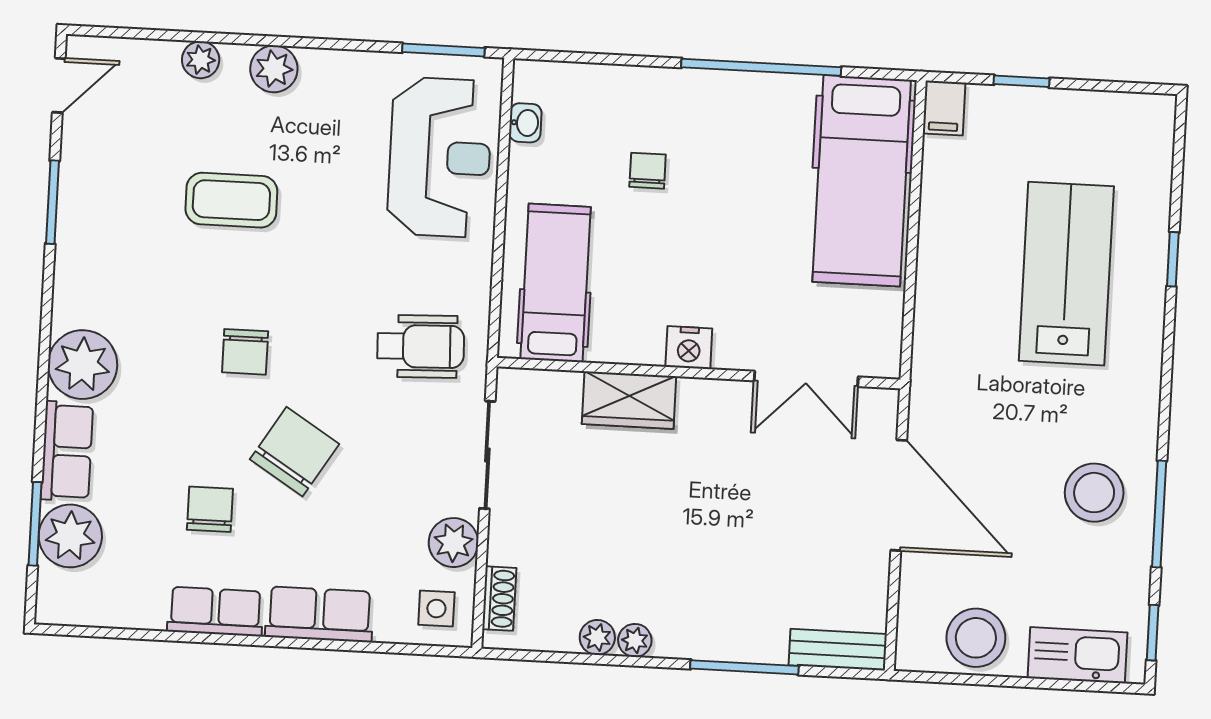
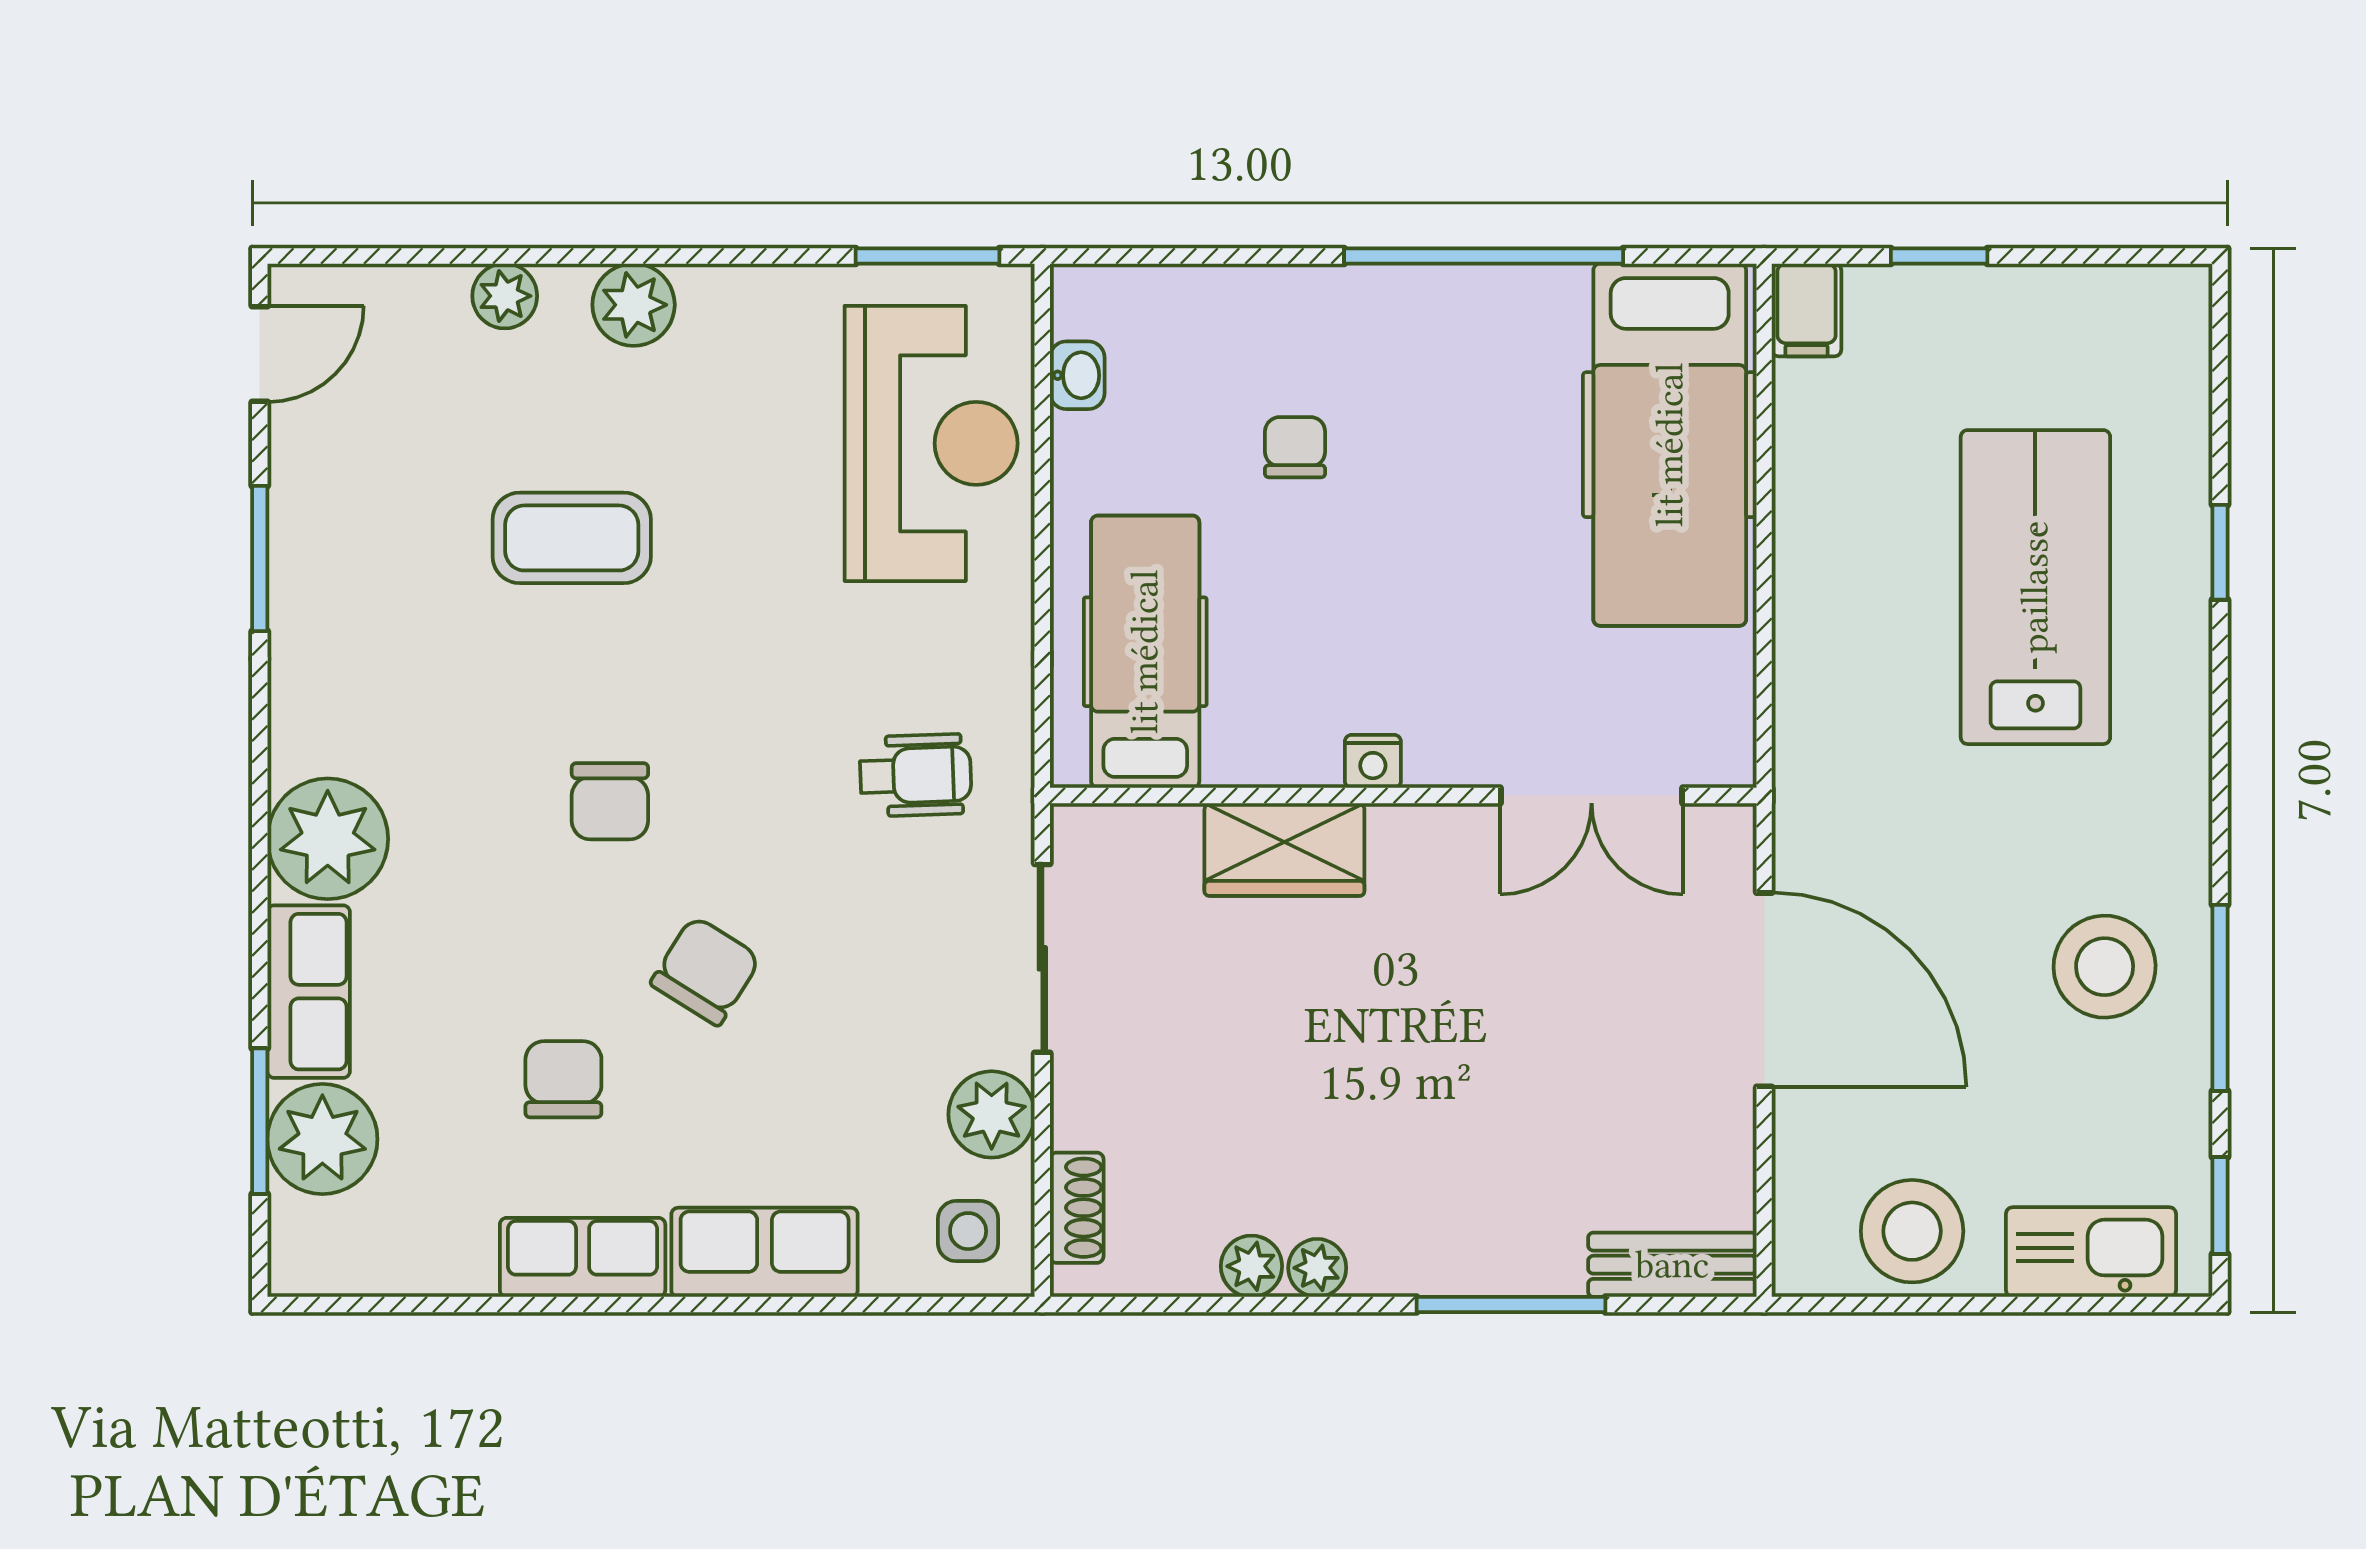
wheelchair: (421, 346) -> (916, 775), width x0.73, depth x0.73
nightstand: (689, 348) -> (1373, 761), width x0.72, depth x0.74
chair: (295, 452) -> (706, 971), width x0.73, depth x0.73

